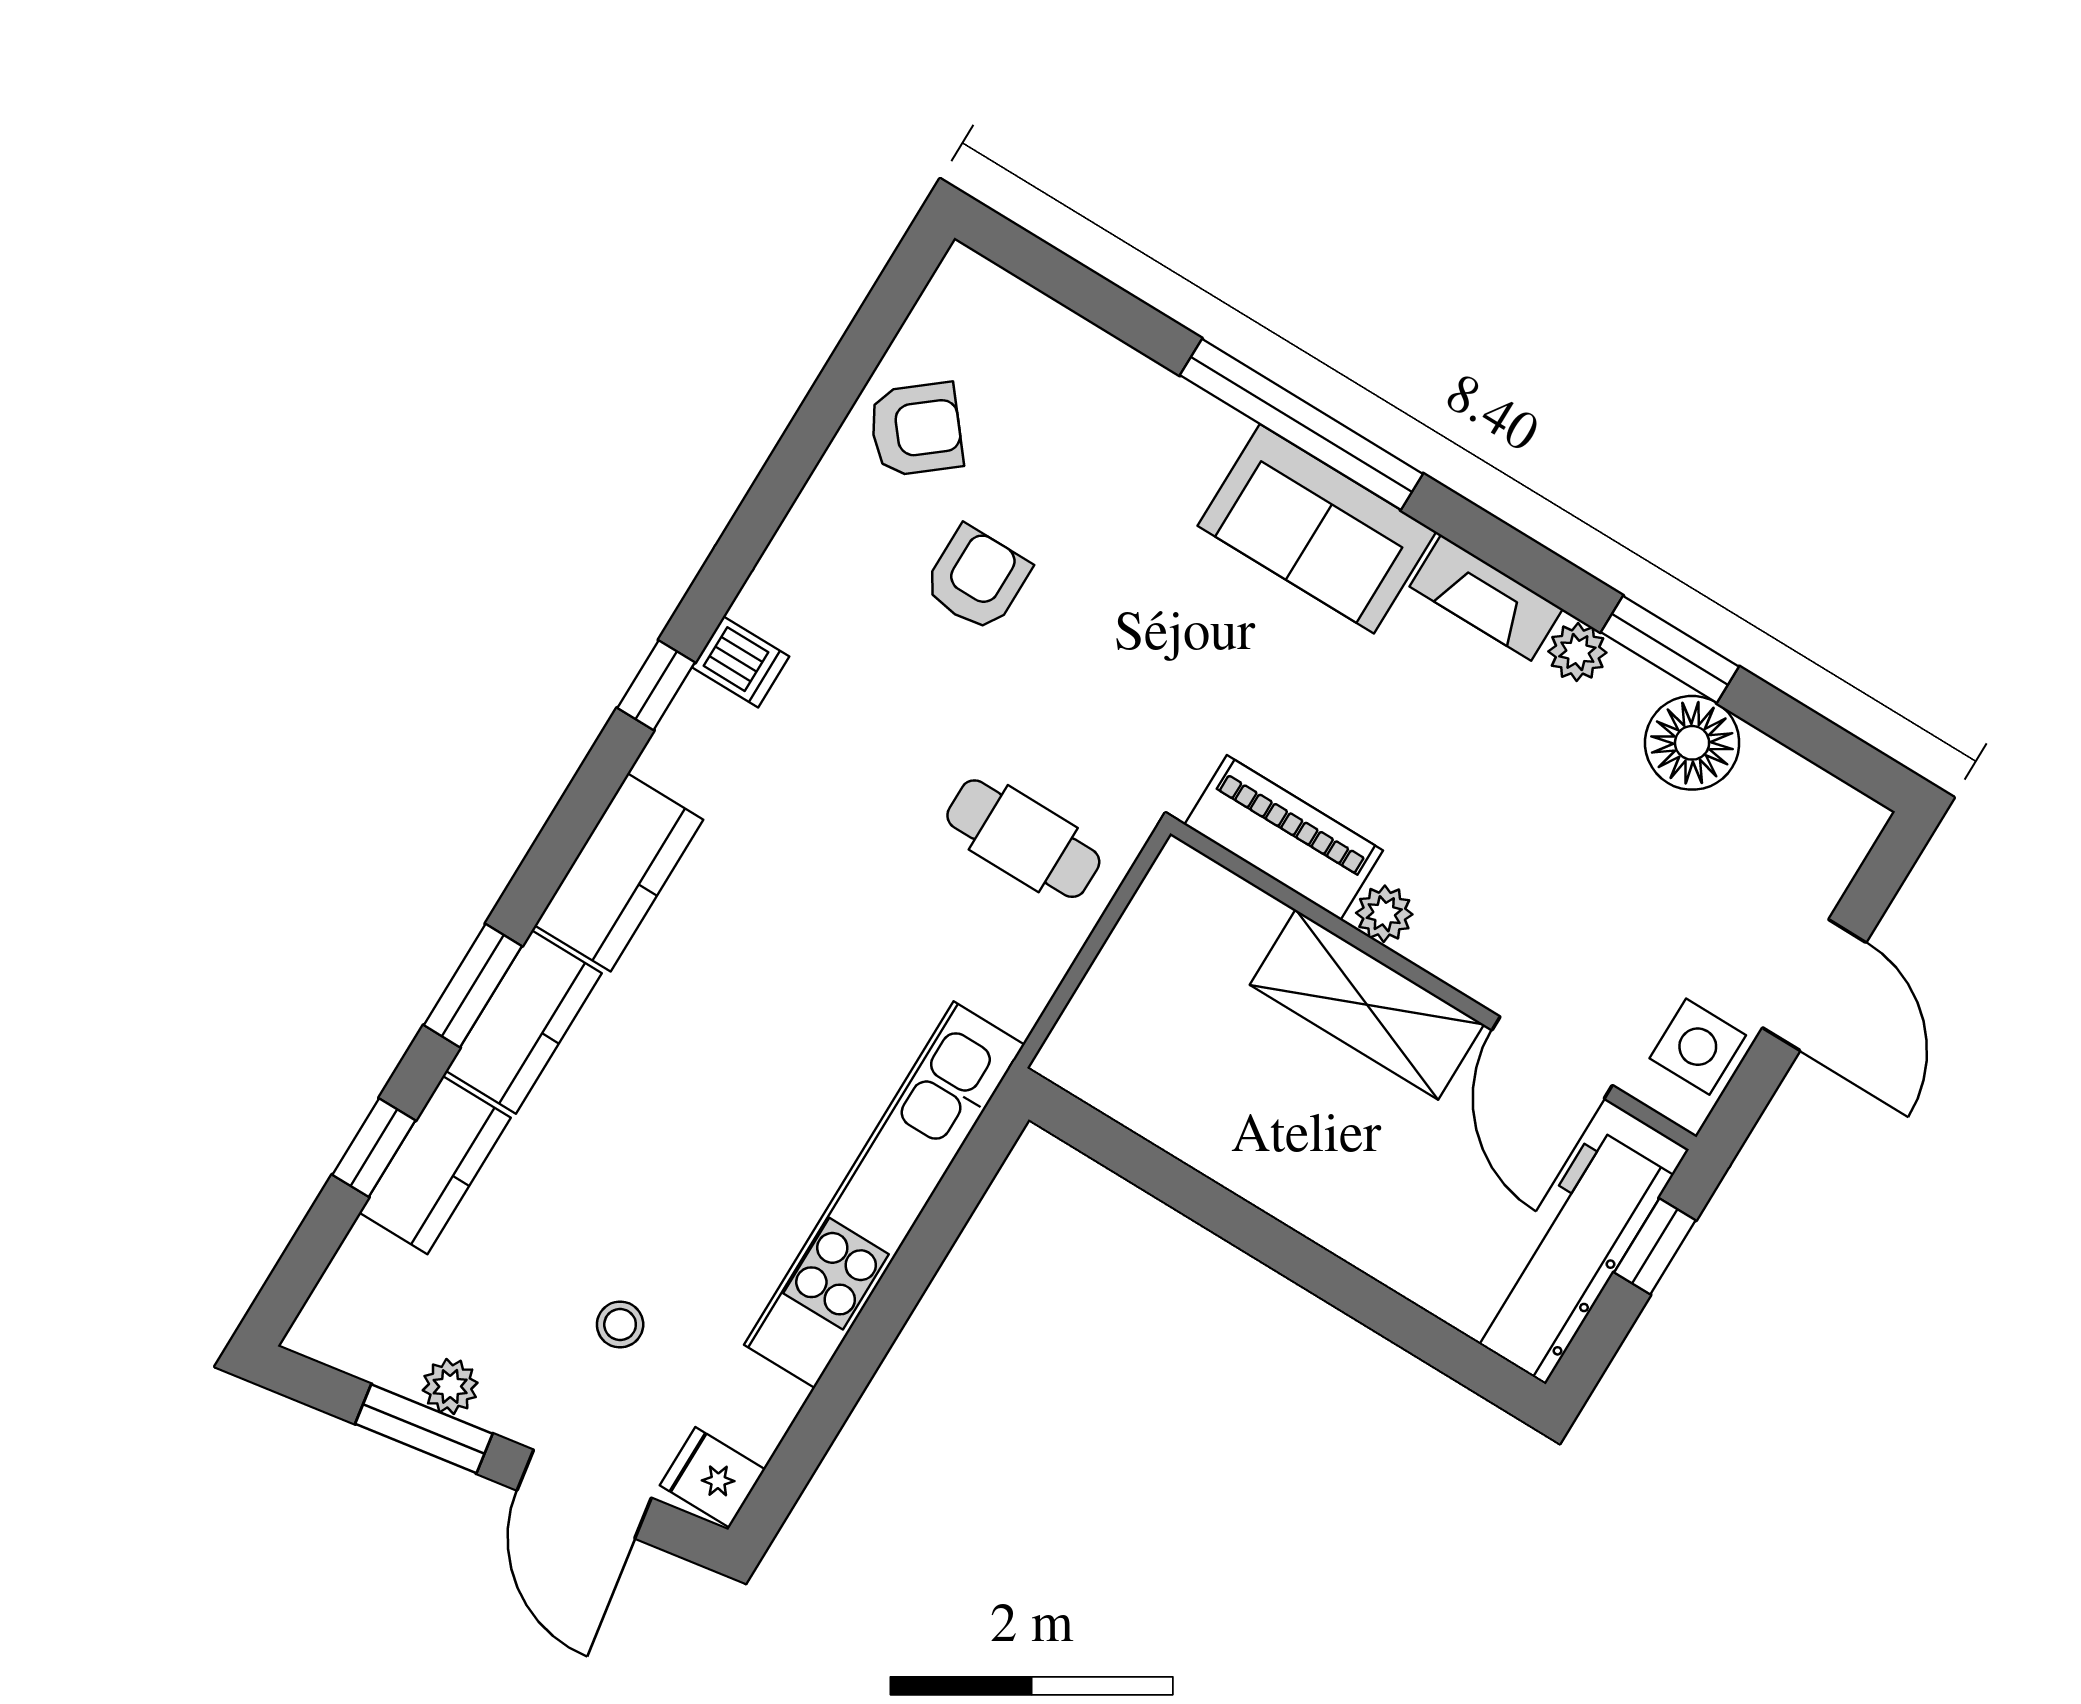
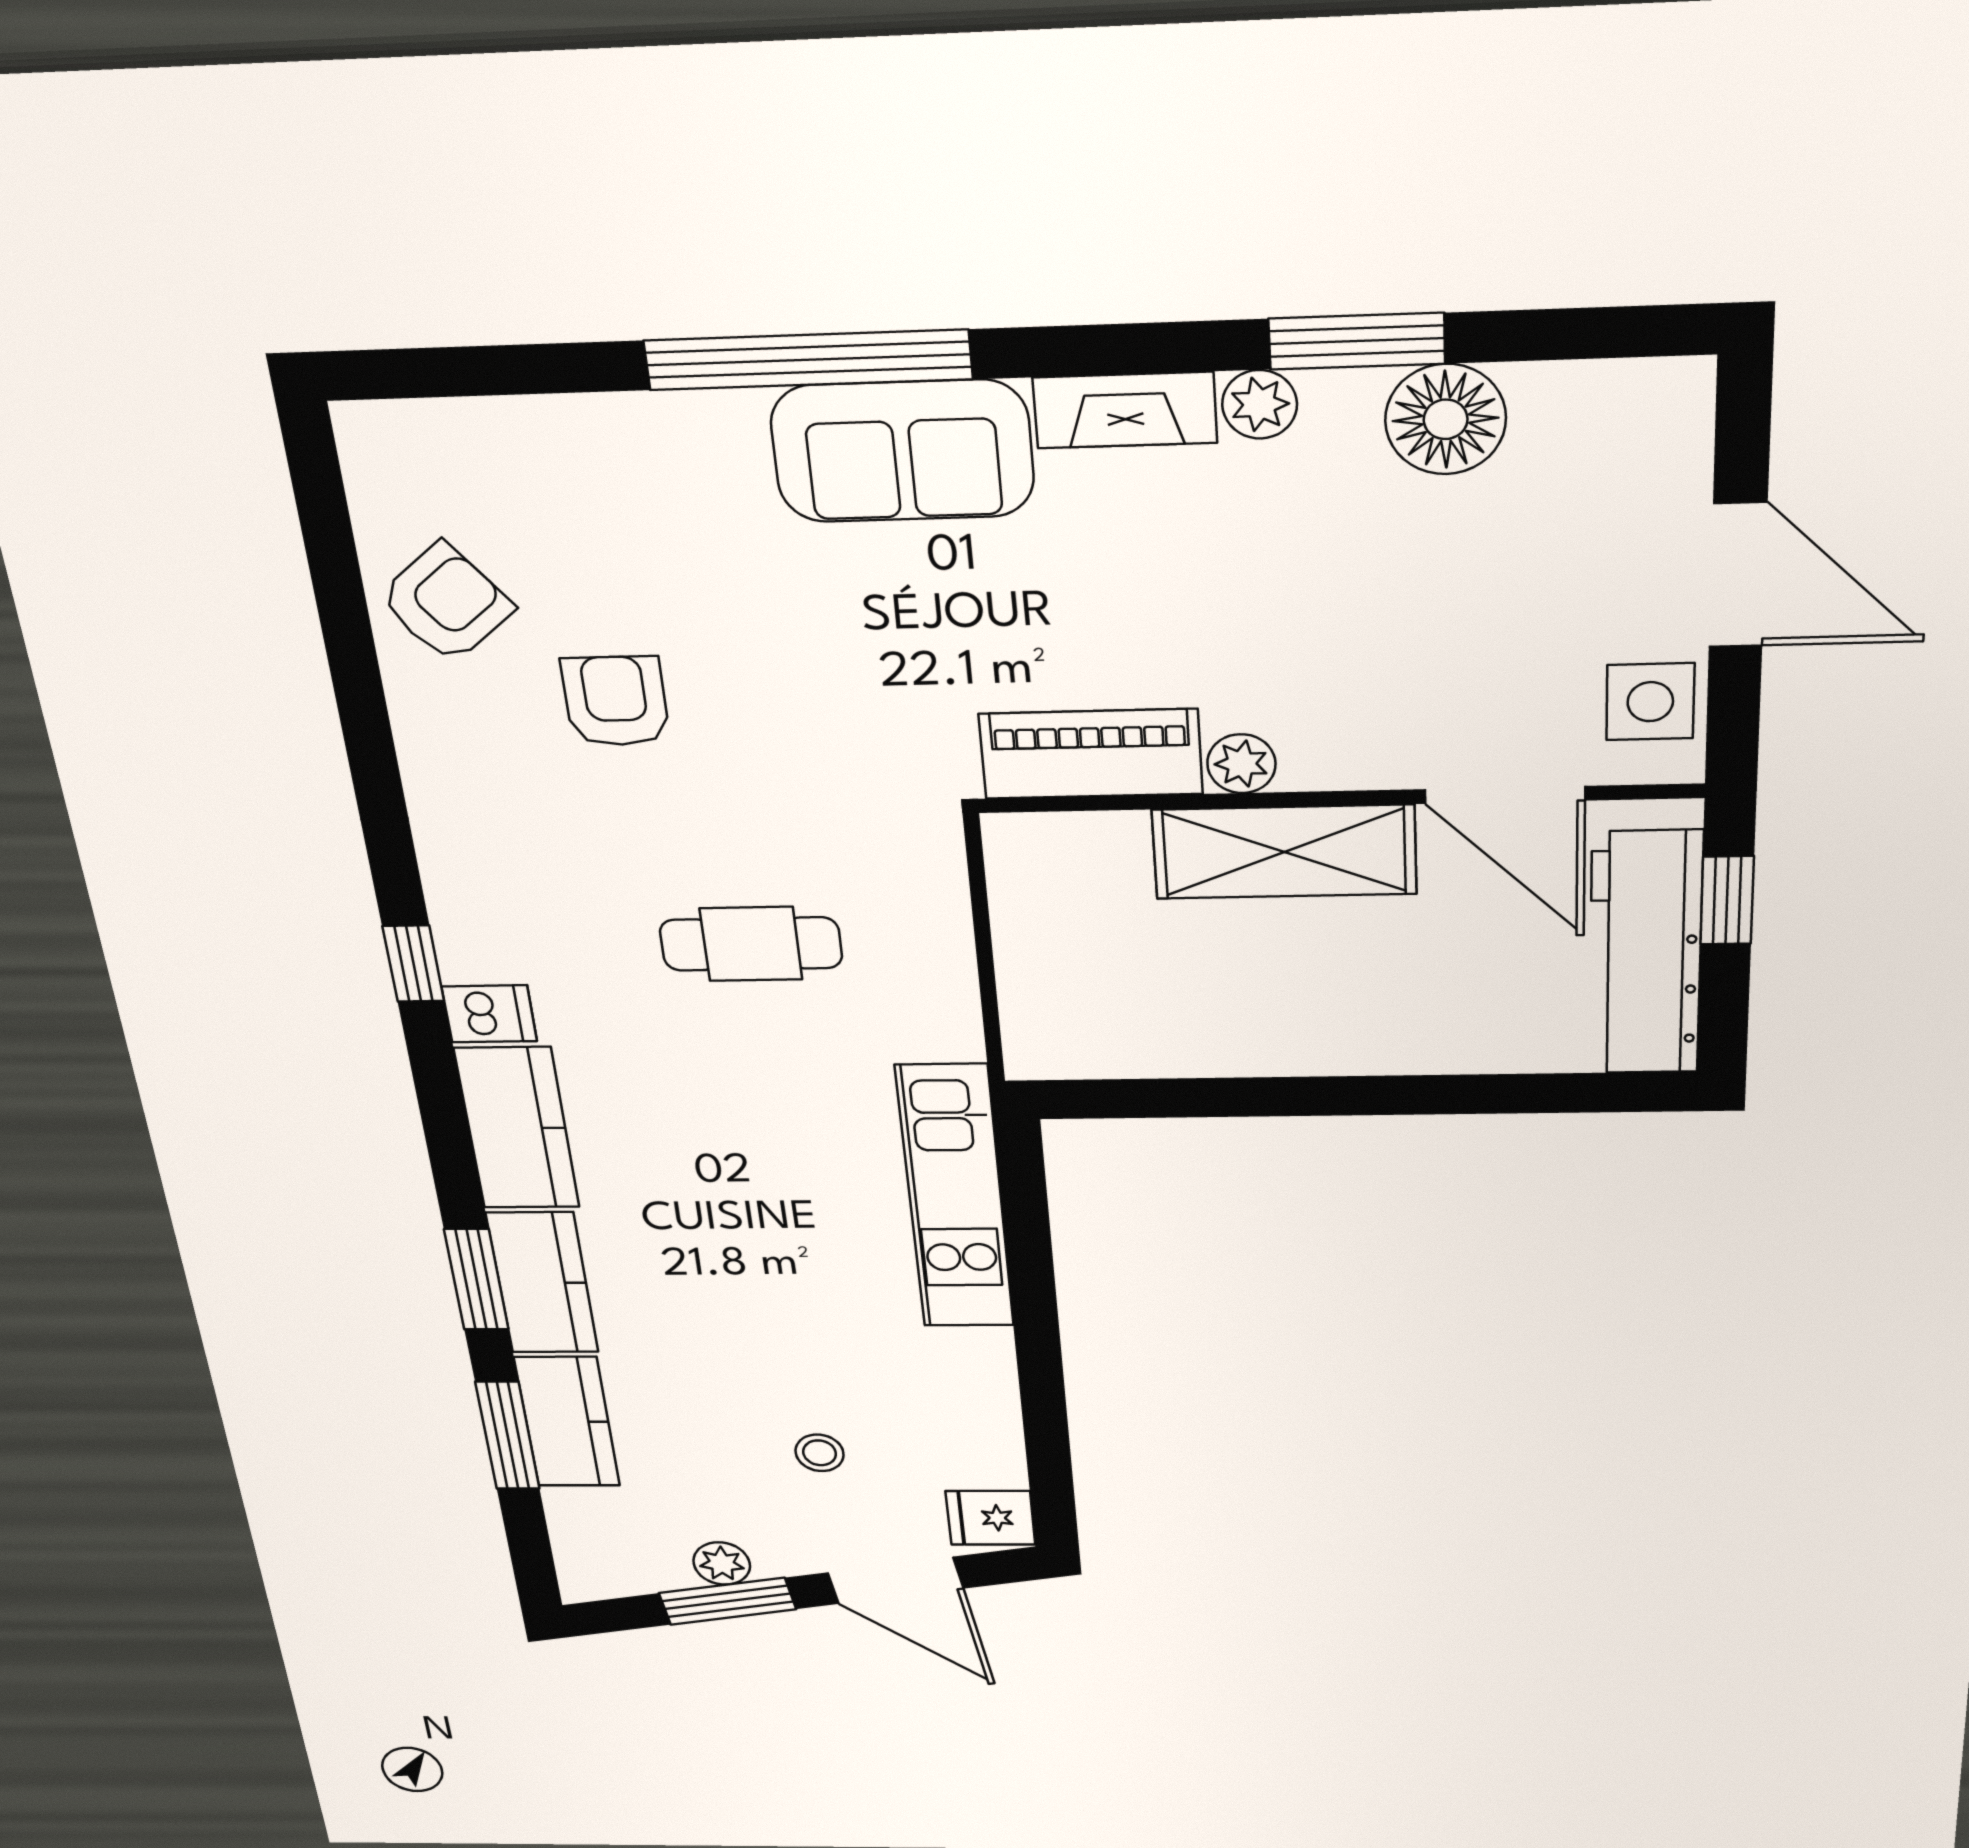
dishwasher: (741, 662) -> (489, 1014), moved
cafe table: (1023, 839) -> (751, 944), moved
window: (374, 1148) -> (508, 1436), width x1.50
kitchen unit: (884, 1195) -> (955, 1198), width x0.73

